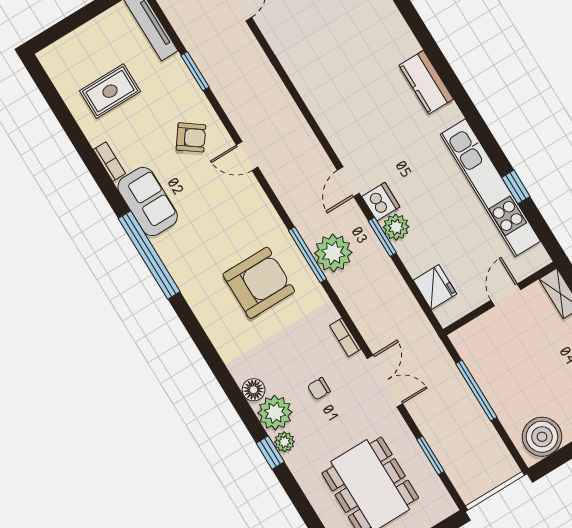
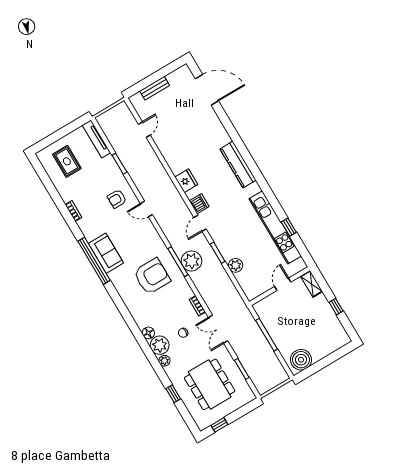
kitchen counter: (426, 82) -> (238, 165), width x1.50
rug: (110, 91) -> (67, 161), moved, turned 90
armchair: (191, 137) -> (117, 199), turned 144
sofa: (148, 202) -> (106, 253), moved
dishwasher: (381, 202) -> (199, 204), moved
plant: (396, 227) -> (236, 265), moved
fridge: (435, 287) -> (186, 181), moved
double door: (385, 381) -> (218, 329), swing flipped
window: (270, 452) -> (173, 394), moved

